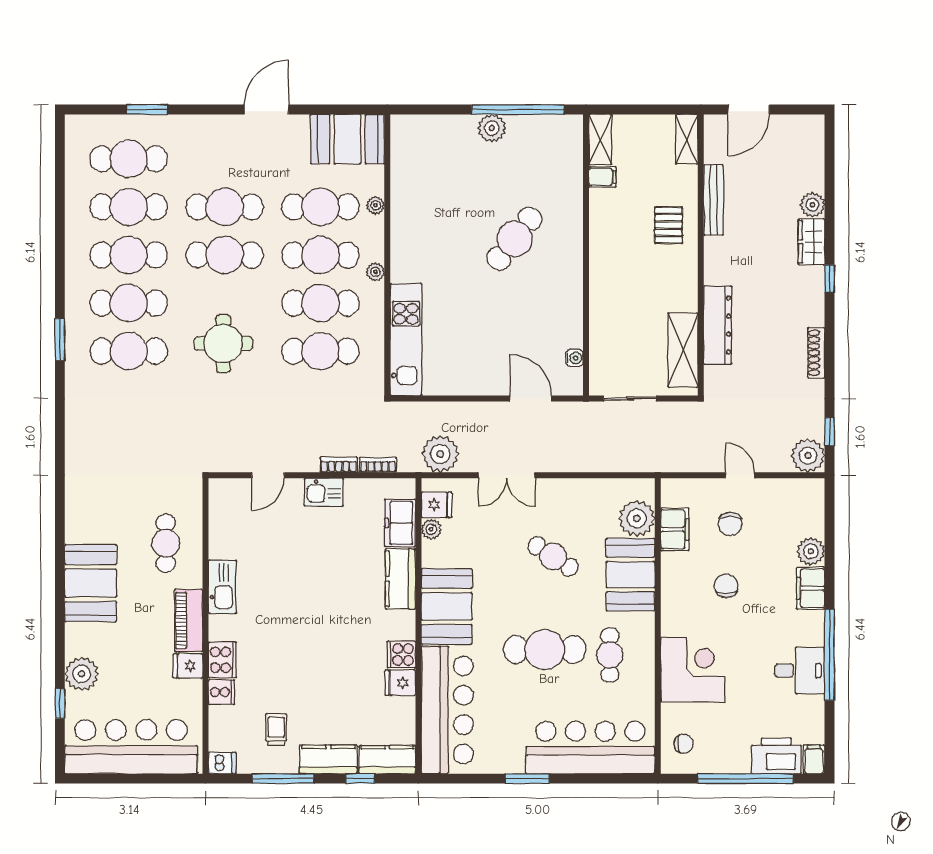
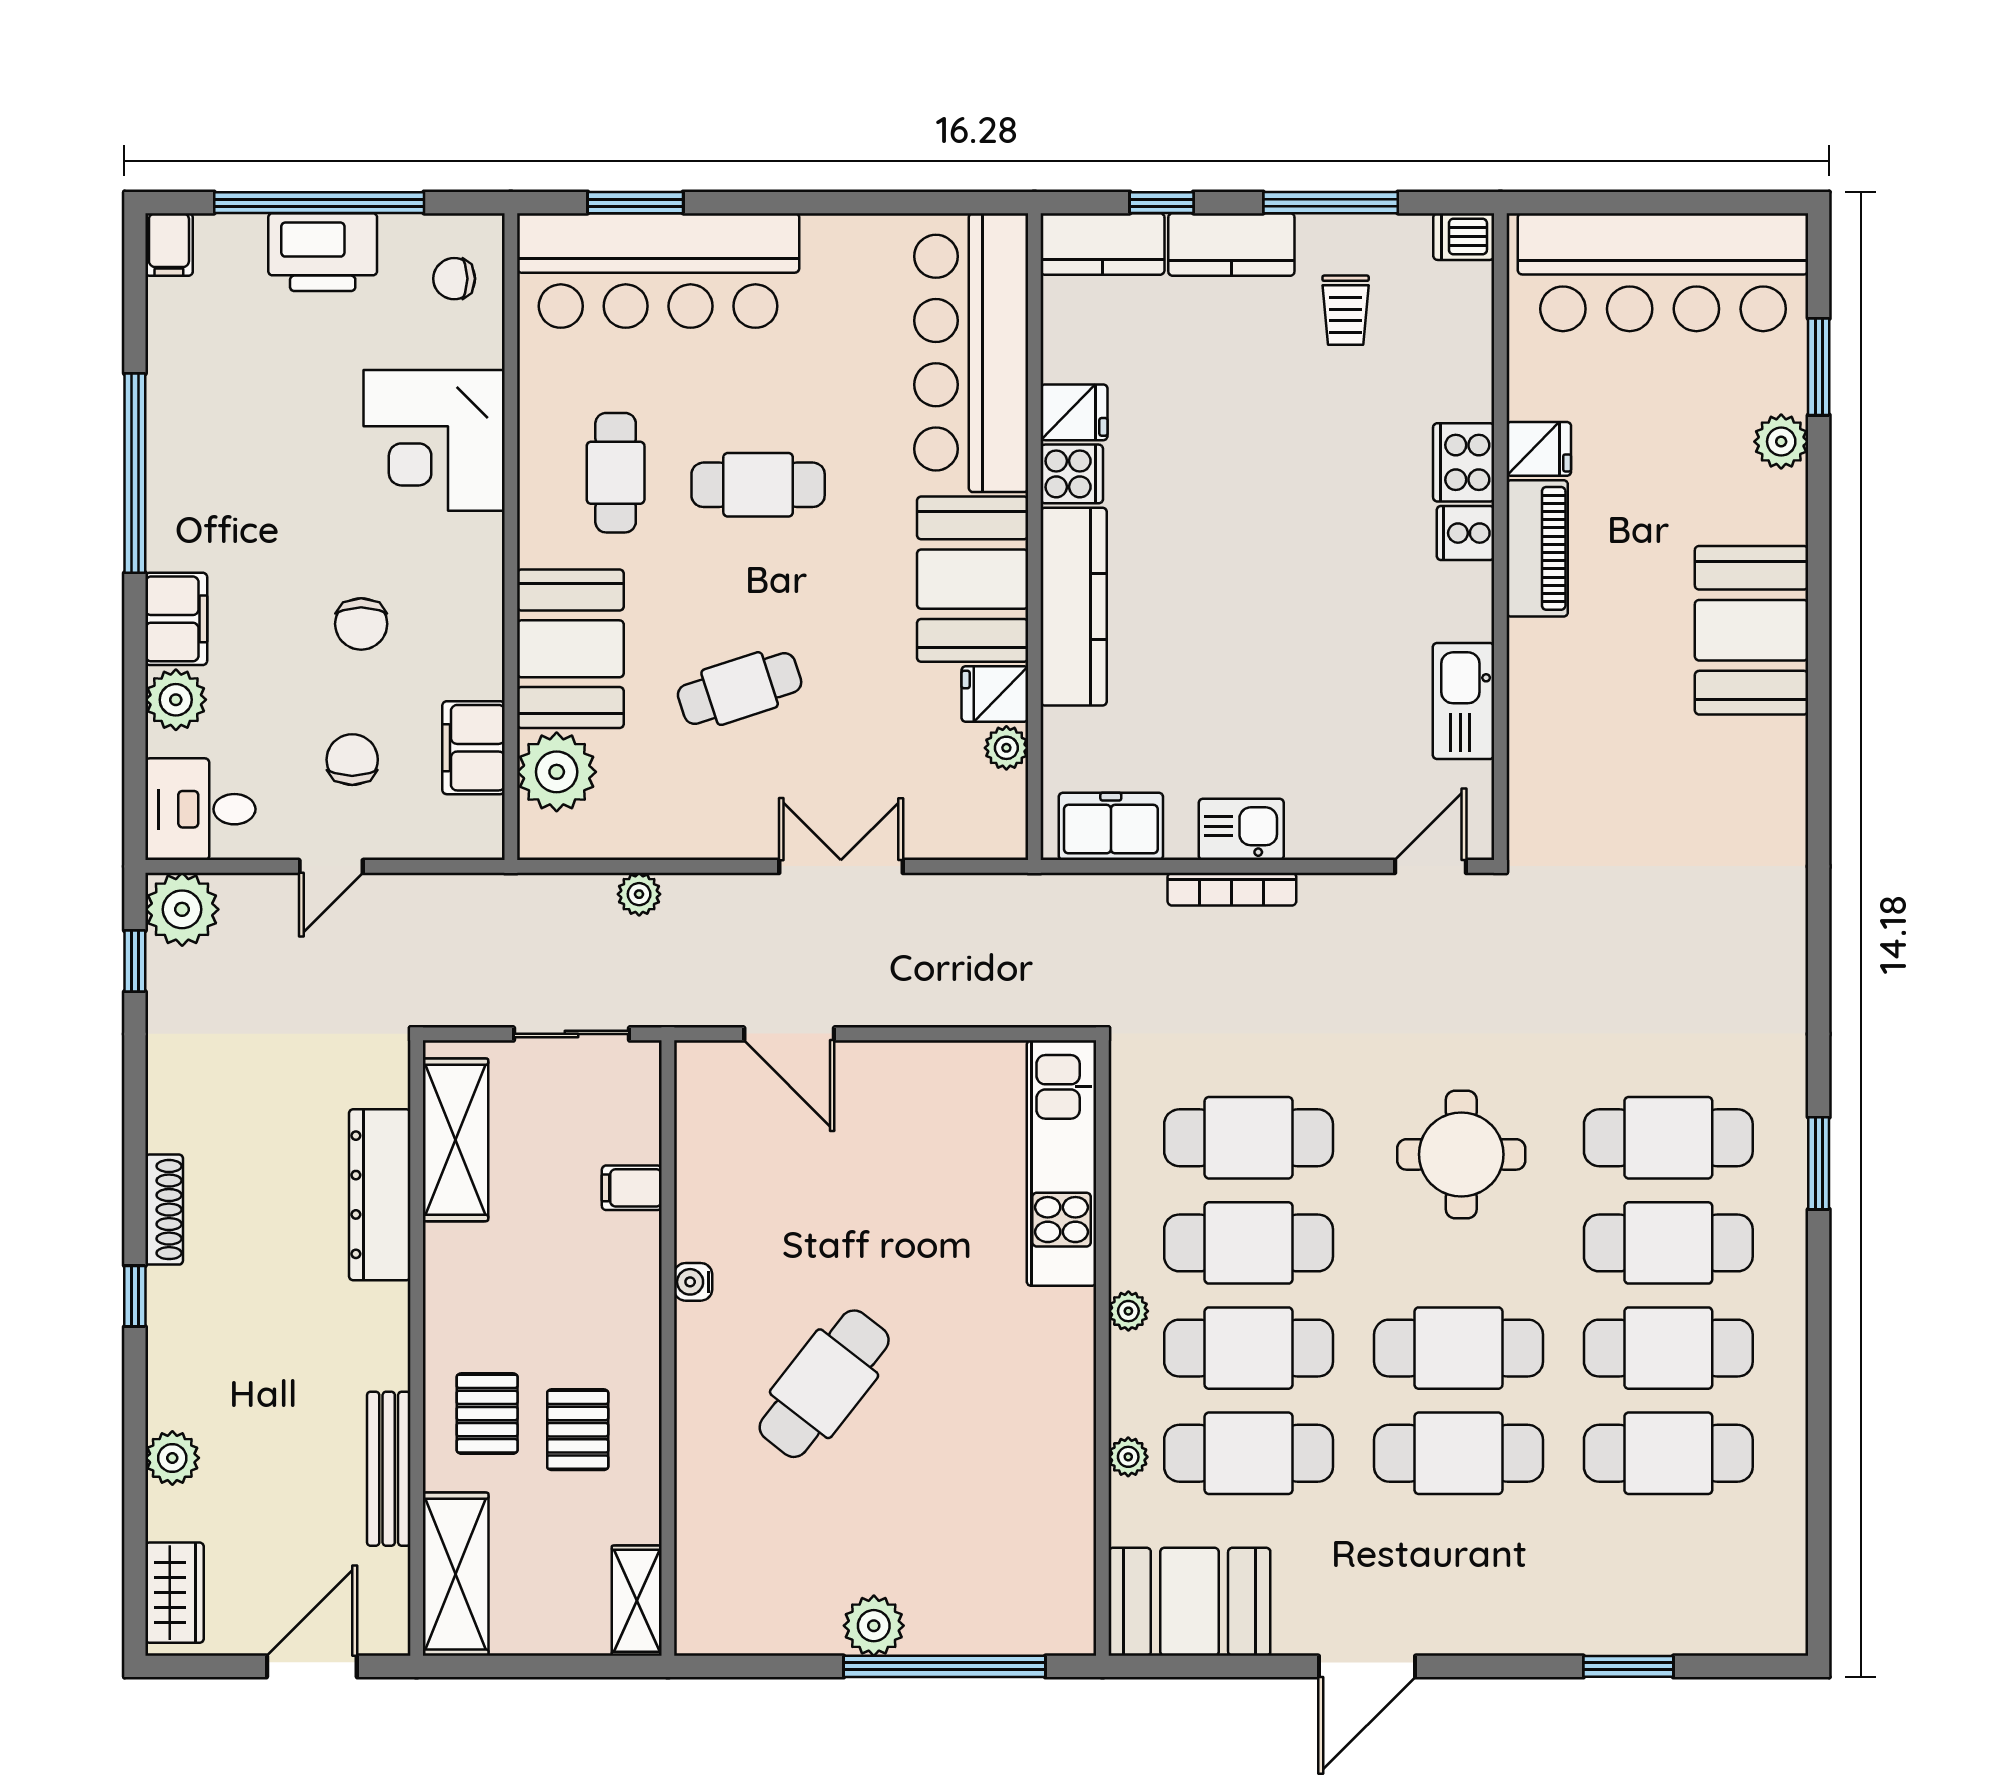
window: (518, 109) -> (945, 1666), moved
shelving: (687, 139) -> (456, 1574), width x1.50, depth x1.33
cafe table: (129, 159) -> (1668, 1558), removed
filing cabinet: (602, 177) -> (632, 1188), moved
pallet: (627, 218) -> (578, 1430), added
wardrobe: (811, 242) -> (174, 1593), moved
shoe rack: (816, 353) -> (164, 1210), moved
water cooler: (574, 358) -> (693, 1282), moved
plant: (440, 454) -> (639, 894), moved, width x0.53, depth x0.53
bookcase: (339, 465) -> (1232, 889), width x1.56
bookcase: (378, 465) -> (1123, 889), removed
door: (268, 475) -> (1431, 866), moved
door: (740, 475) -> (331, 866), hinge flipped
fridge: (436, 505) -> (995, 694), moved
freezer: (400, 523) -> (1111, 826), moved, turned -90
cafe table: (166, 543) -> (1587, 717), removed
cafe table: (553, 556) -> (740, 689), turned -51
kitchen counter: (400, 579) -> (1074, 607), width x1.50
kitchen sink: (222, 587) -> (1463, 701), moved
cafe table: (545, 650) -> (758, 485), width x0.73, depth x0.74
desk: (800, 671) -> (200, 809), moved
plant: (82, 674) -> (1781, 442), width x0.73, depth x0.73
cooker: (221, 692) -> (1465, 533), moved
window: (60, 704) -> (1819, 367), width x1.50
printer: (776, 756) -> (323, 252), moved
window: (527, 779) -> (635, 203), moved

